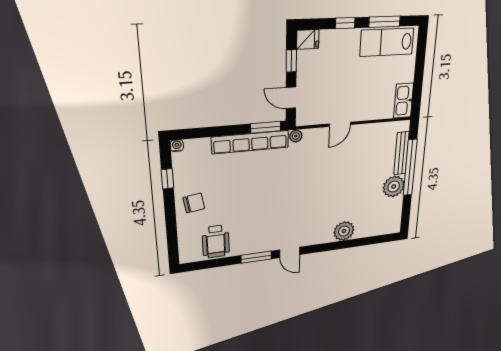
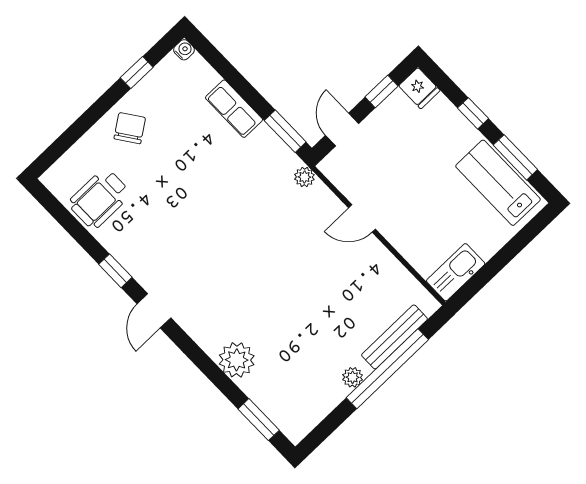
row of seats: (250, 142) -> (234, 109), width x0.50
plant: (394, 187) -> (353, 377), width x0.53, depth x0.53
chair: (194, 203) -> (130, 128), turned -116
window: (375, 240) -> (259, 420), added
window: (256, 257) -> (115, 271), width x0.67

